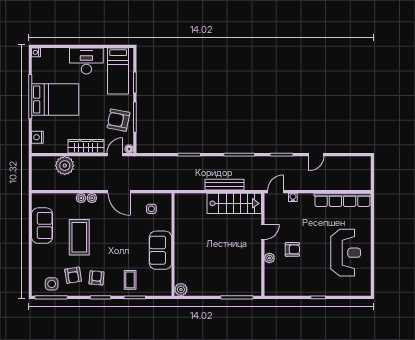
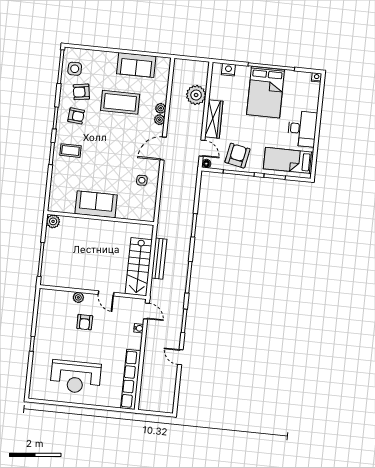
wall: (173, 244) -> (101, 218), moved
sofa: (160, 250) -> (96, 204), moved
plant: (181, 289) -> (53, 221), moved

